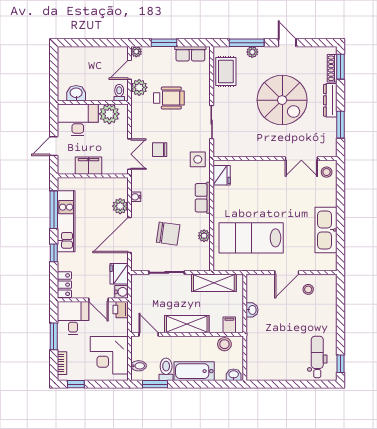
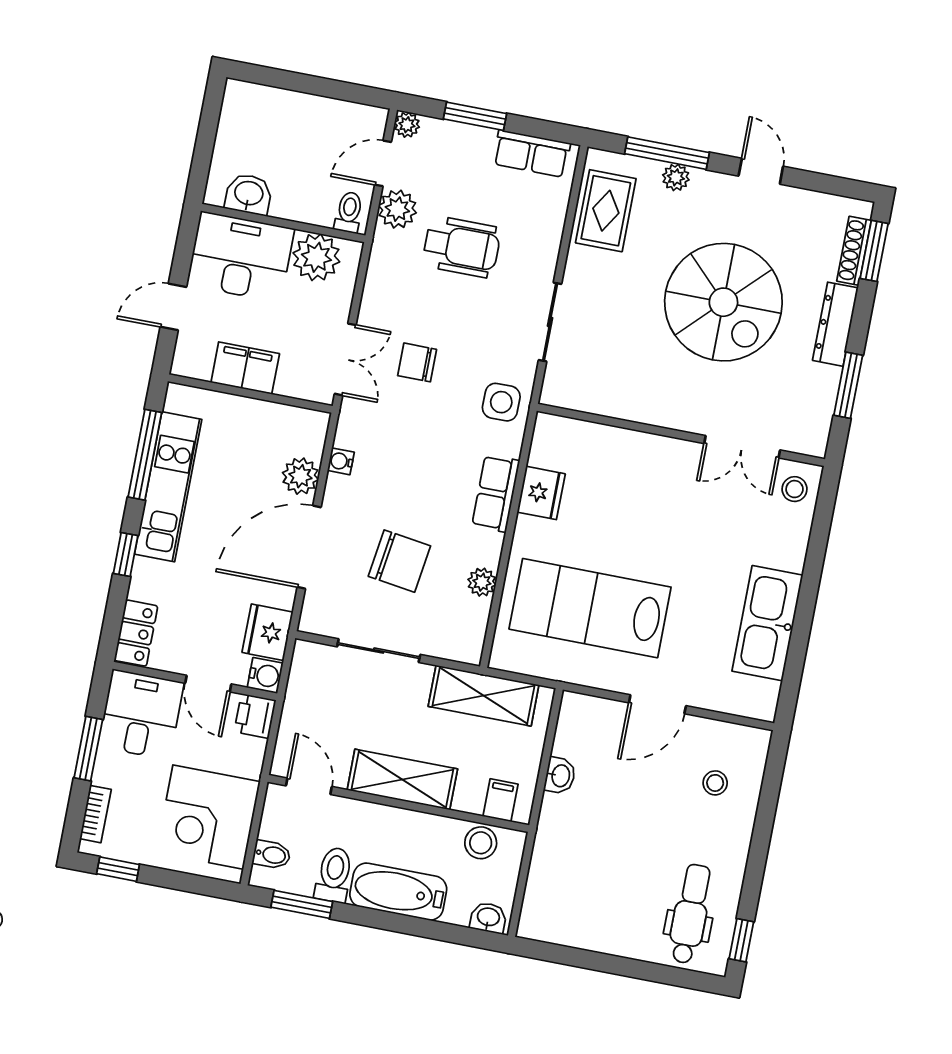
fridge: (222, 175) -> (541, 493), moved
stool: (308, 289) -> (715, 783), moved

